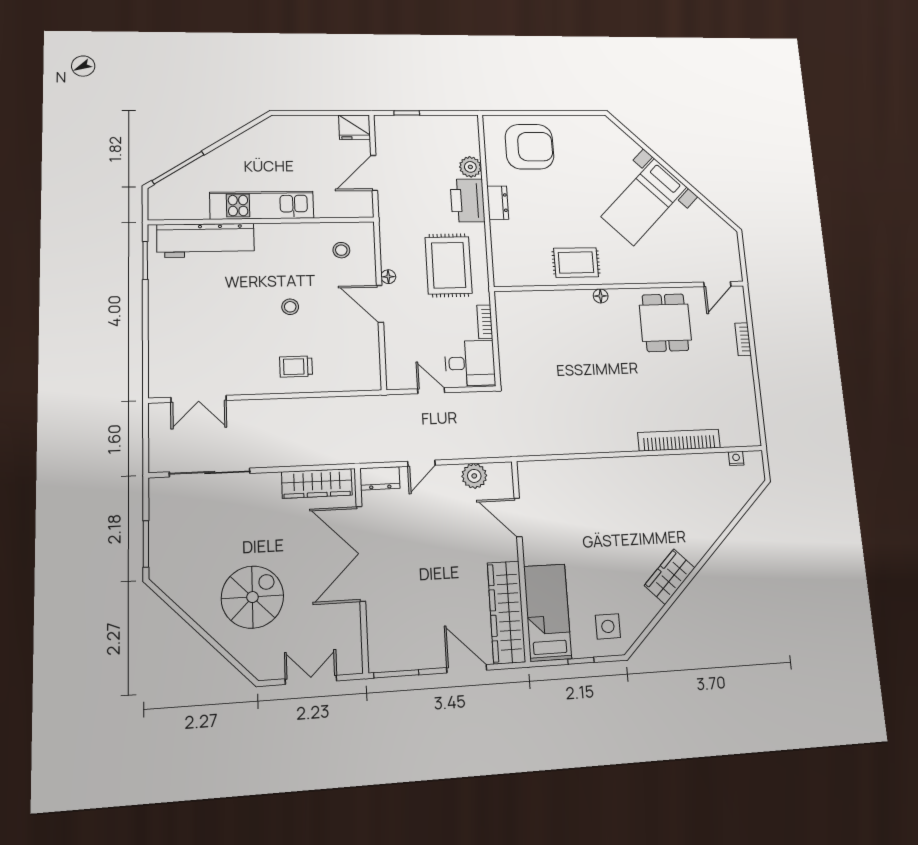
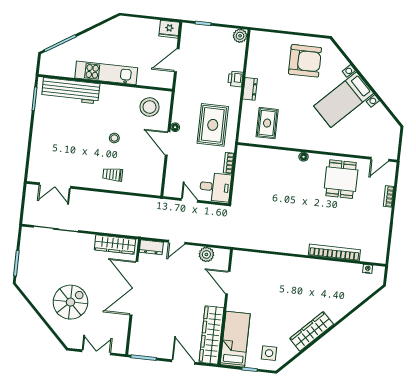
armchair: (529, 147) -> (305, 61), moved
plant: (470, 167) -> (240, 36), moved
printer: (468, 200) -> (235, 79), width x0.53, depth x0.68
stool: (341, 250) -> (150, 107), width x1.89, depth x1.89
rug: (576, 263) -> (267, 123), moved, turned 90
wardrobe: (670, 577) -> (312, 331), width x1.50

